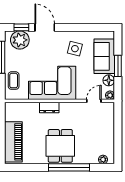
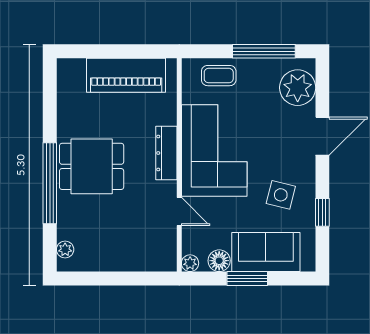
window: (21, 27) -> (322, 212), moved
door: (94, 101) -> (179, 212), moved
dresser: (49, 107) -> (166, 153), width x1.44
piano: (13, 142) -> (126, 75), moved

